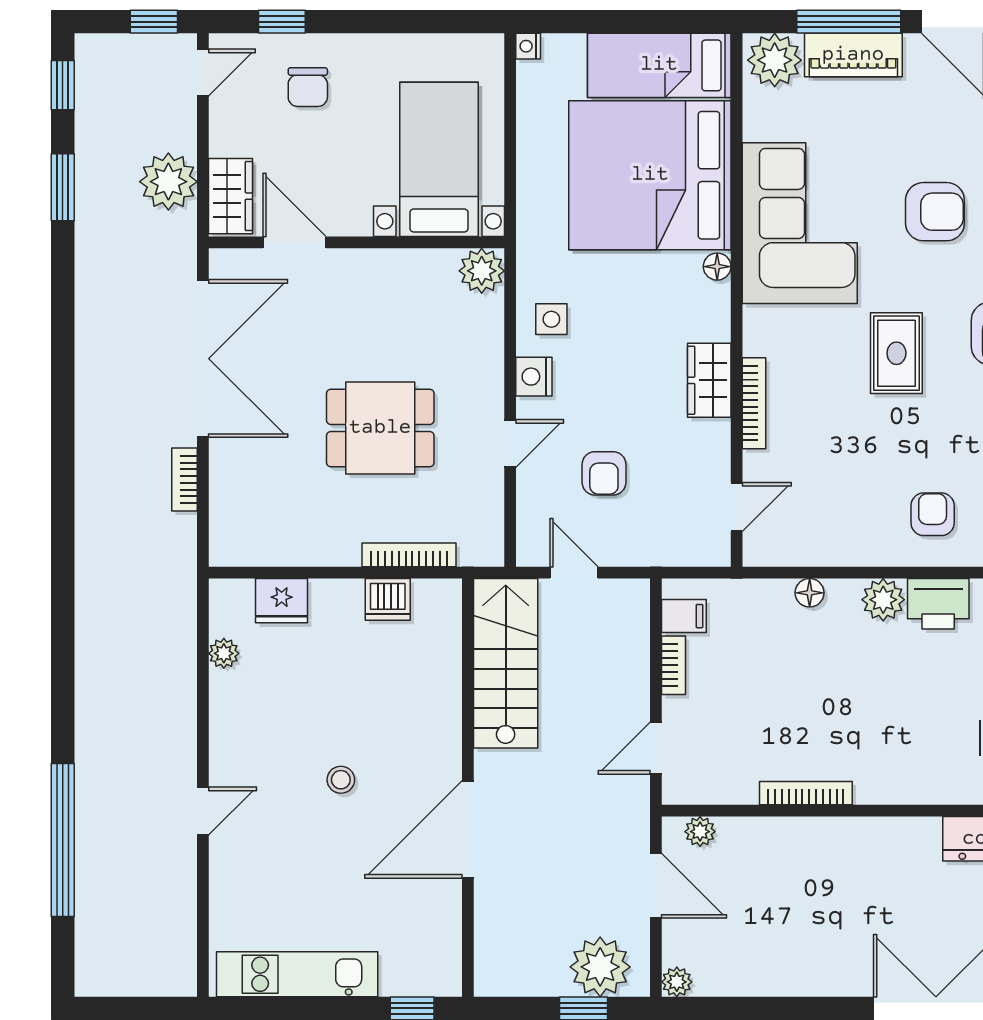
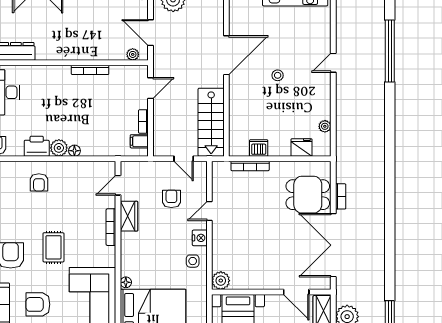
wardrobe: (709, 380) -> (129, 216), moved
dining table: (380, 428) -> (308, 195), moved
floor lamp: (810, 593) -> (74, 151), moved

